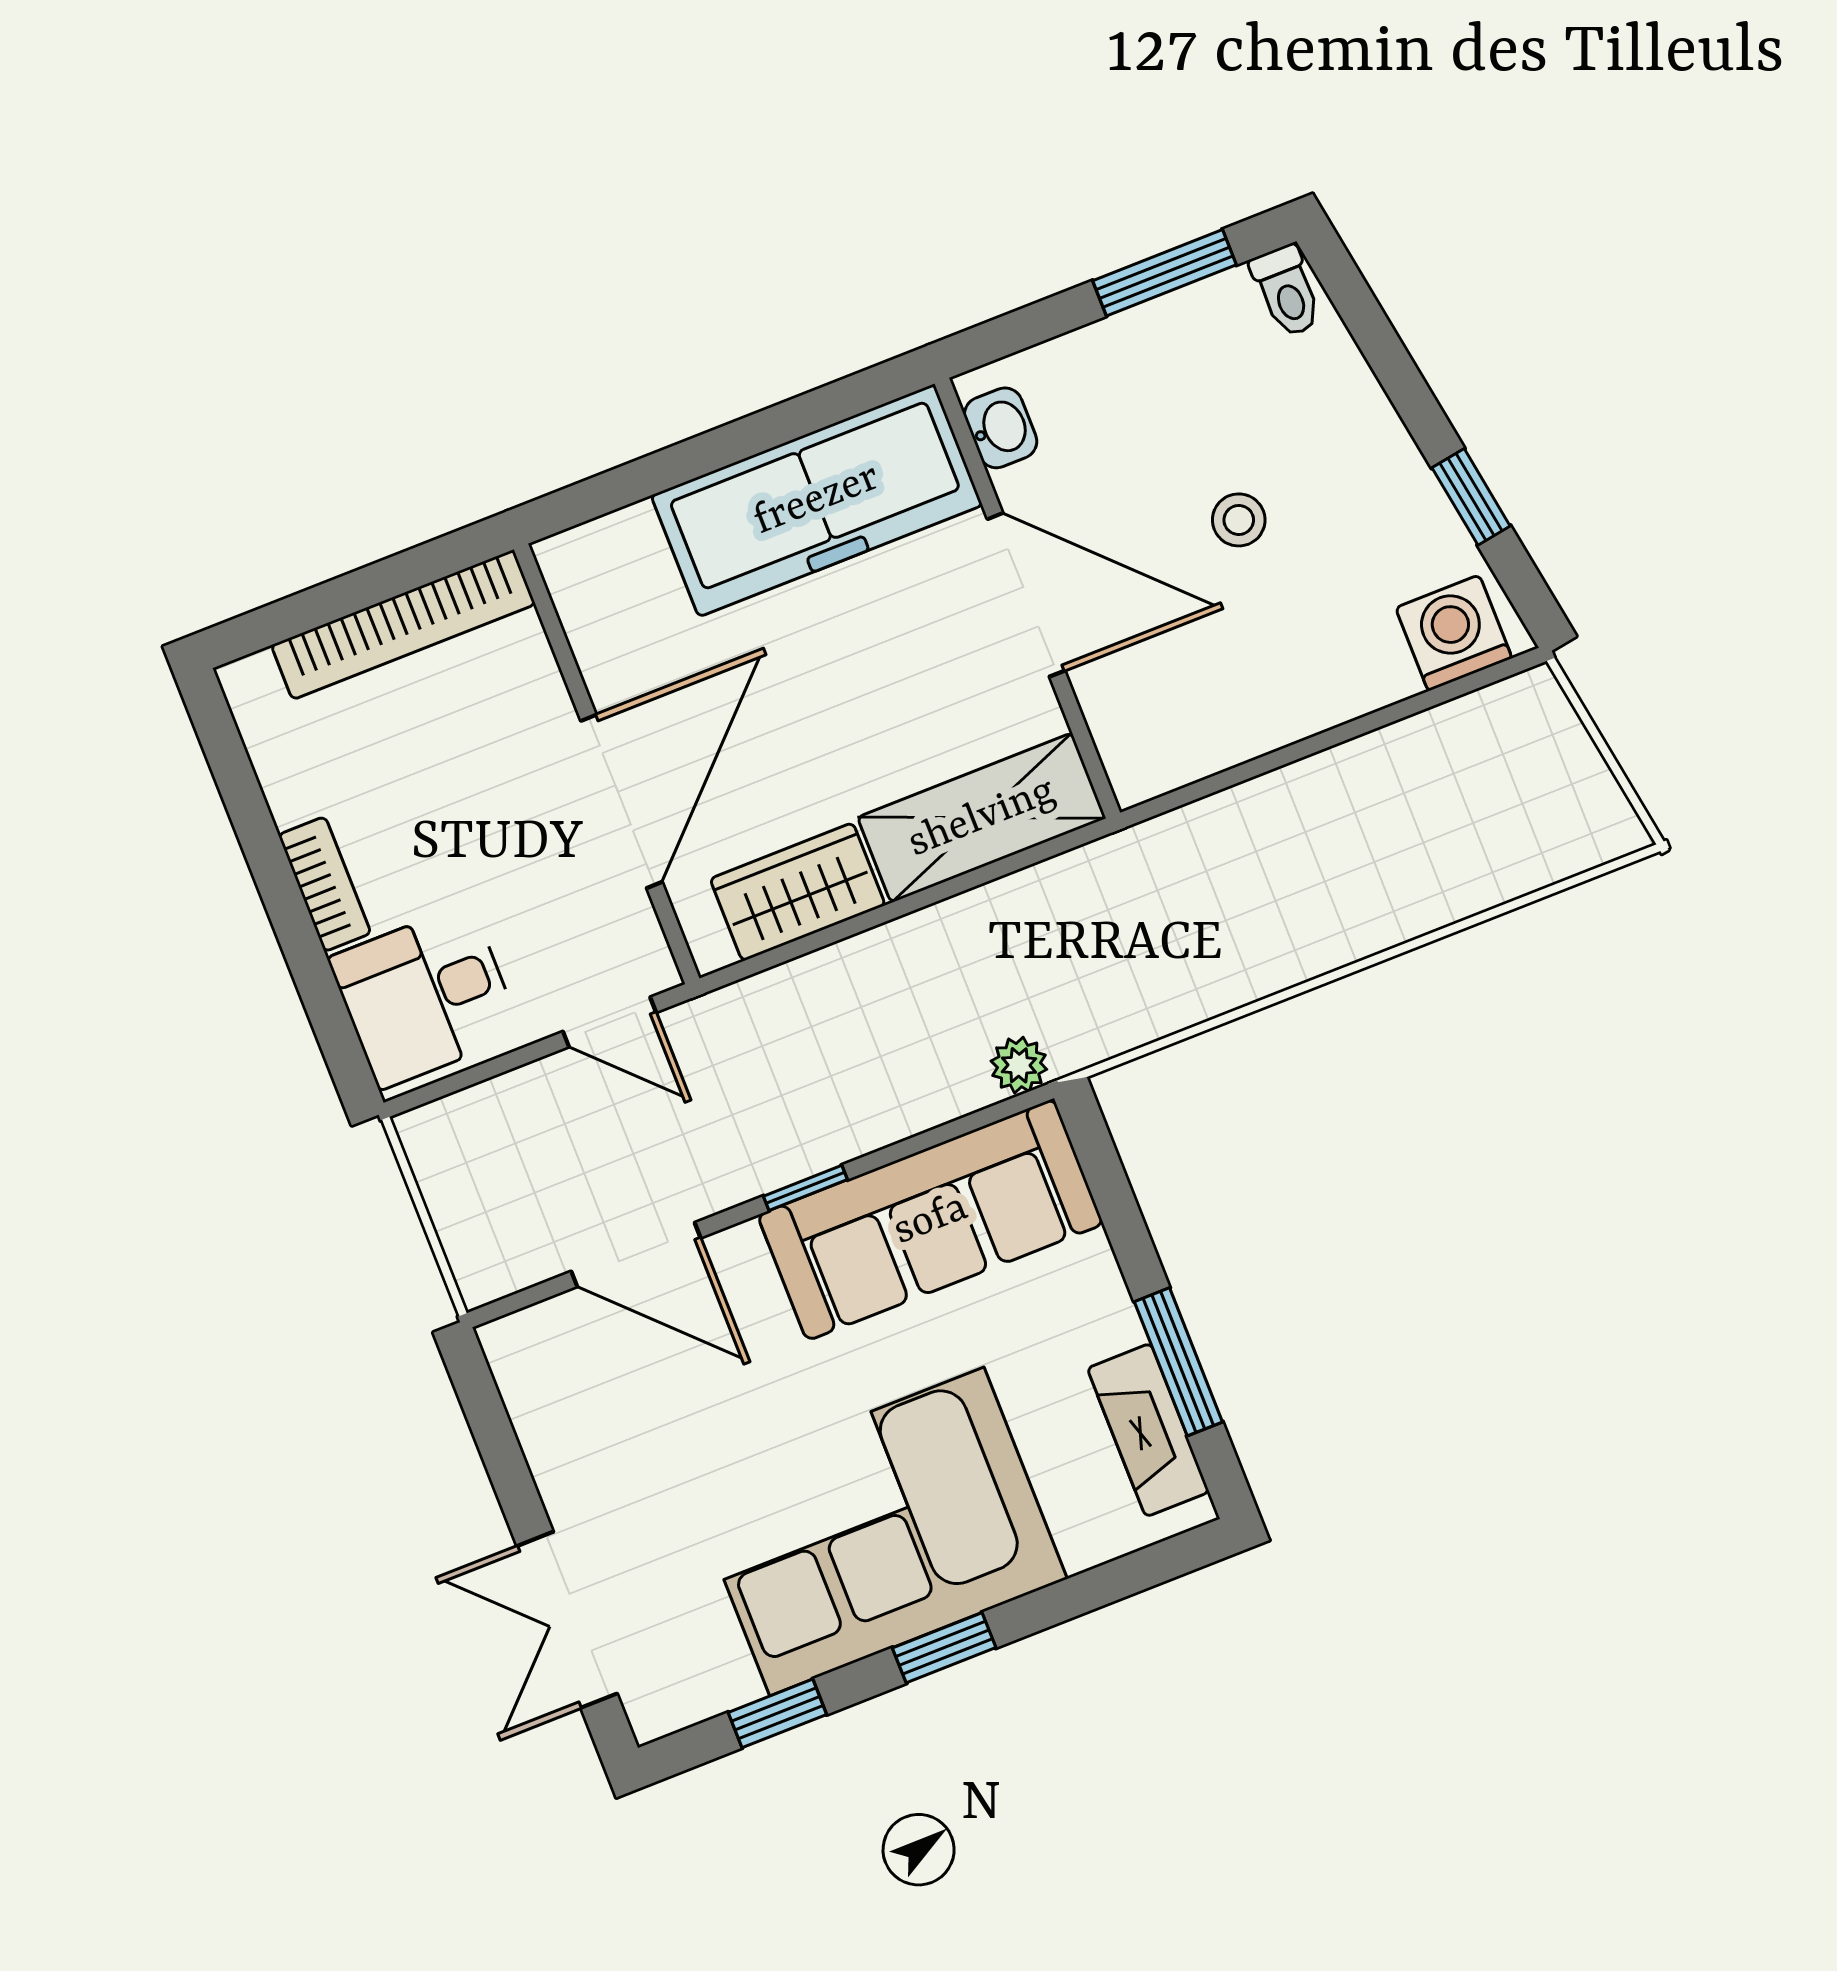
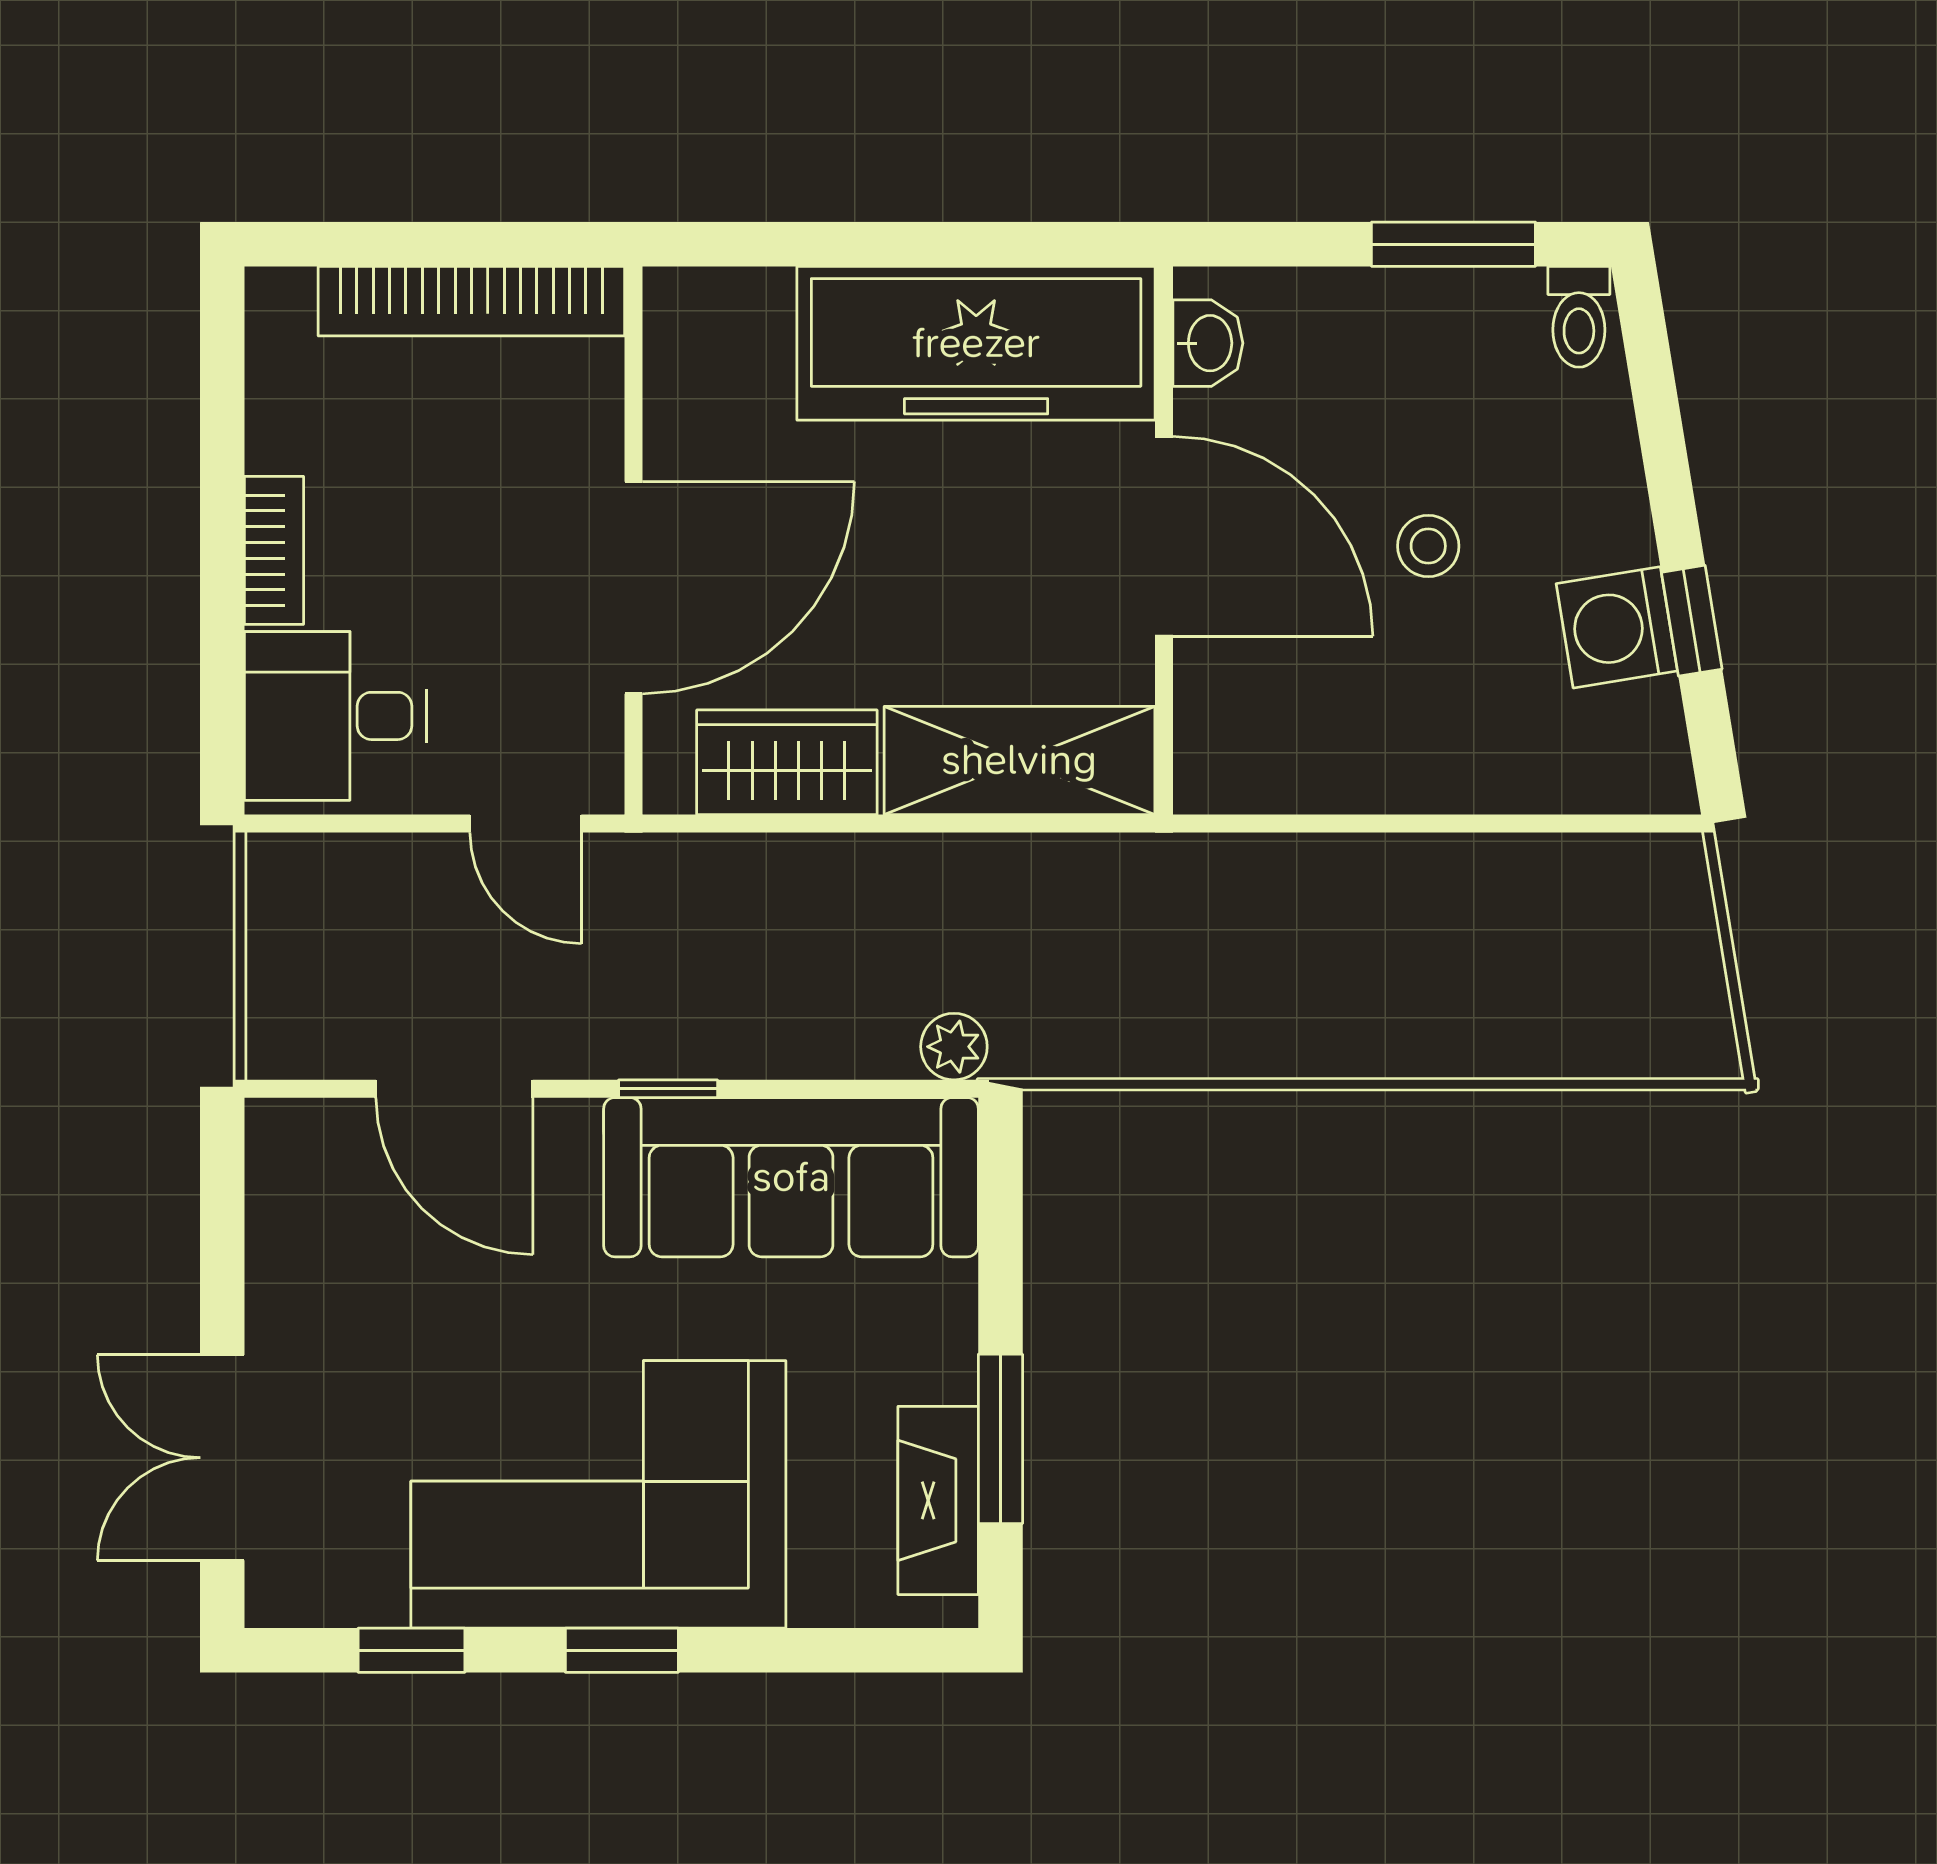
washing machine: (1454, 633) -> (1617, 627), moved, turned -99

